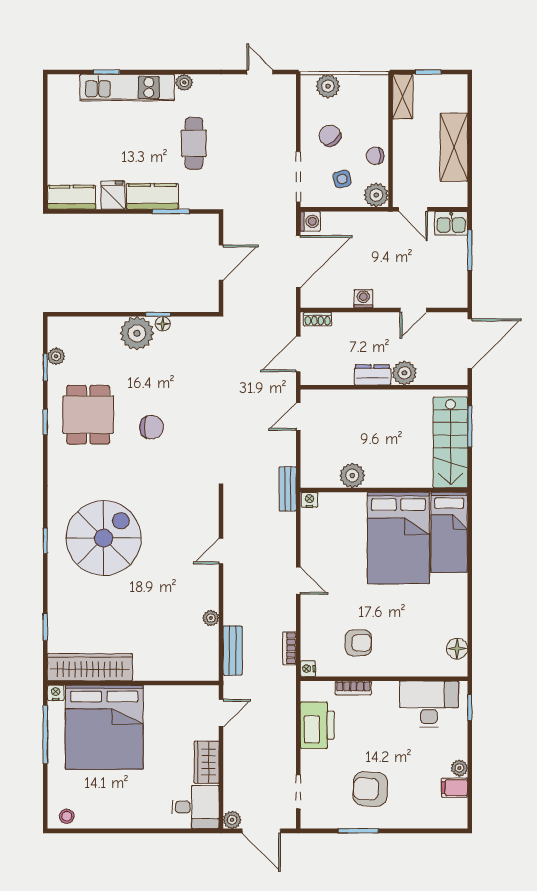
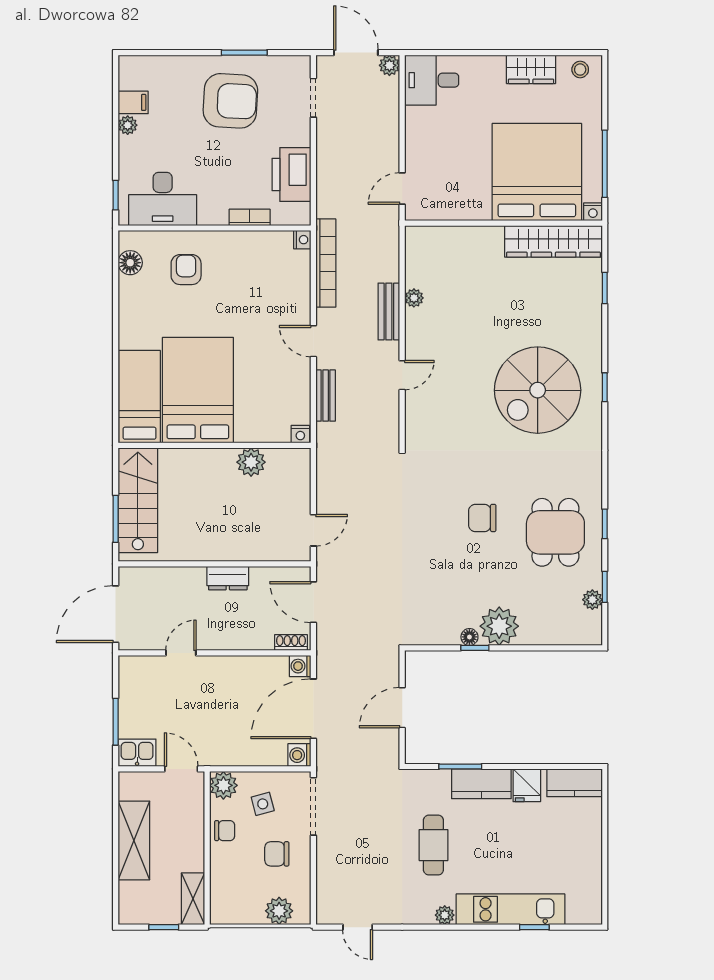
chair: (330, 136) -> (277, 854), turned 128
washing machine: (363, 299) -> (300, 666), moved, turned 90
door: (298, 354) -> (313, 602), swing flipped
plant: (404, 373) -> (191, 580), removed
bench: (288, 489) -> (326, 396), moved
armchair: (358, 643) -> (186, 270), moved, turned 90
bookcase: (289, 648) -> (326, 263), width x2.31, depth x1.31
bench: (233, 651) -> (389, 311), moved
wardrobe: (207, 762) -> (531, 69), moved, turned 90
armchair: (370, 789) -> (230, 101), width x1.36, depth x1.36

